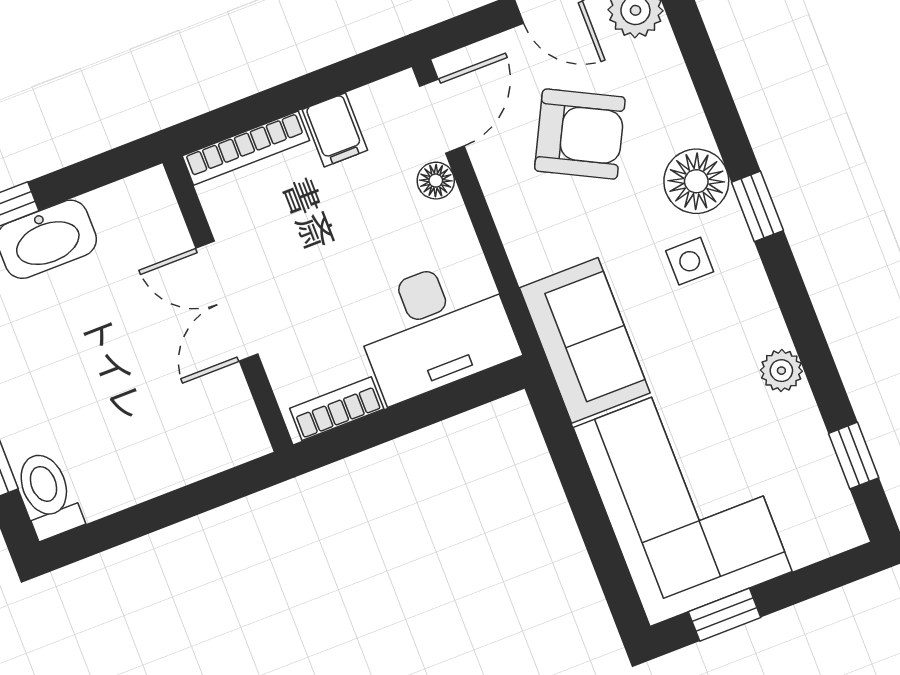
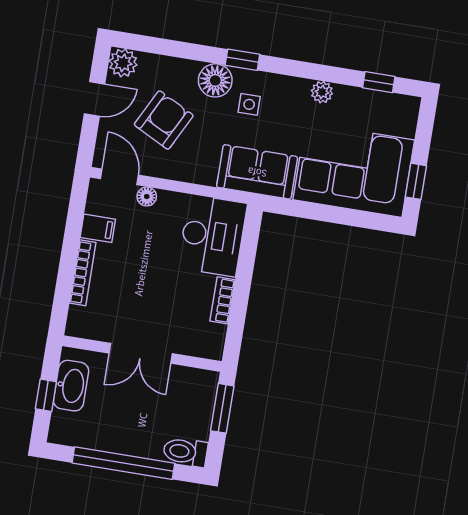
double door: (227, 301) -> (141, 353), moved
wall: (228, 304) -> (142, 354), moved
window: (156, 514) -> (222, 408), added

